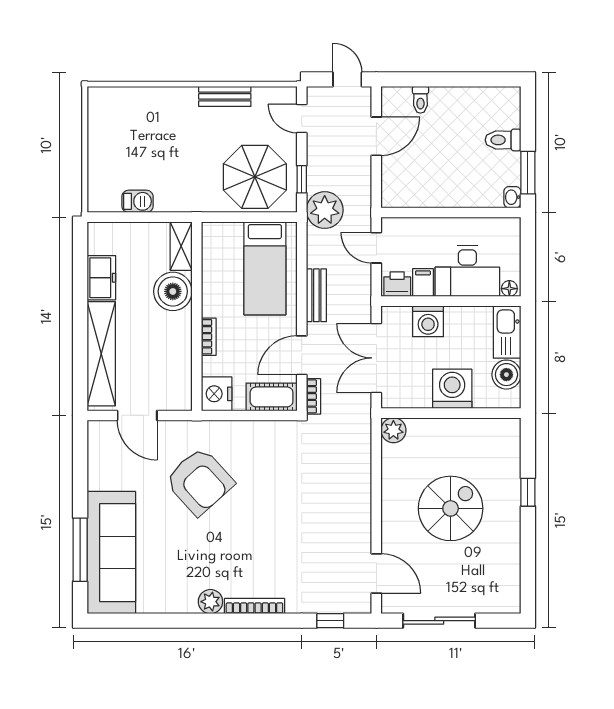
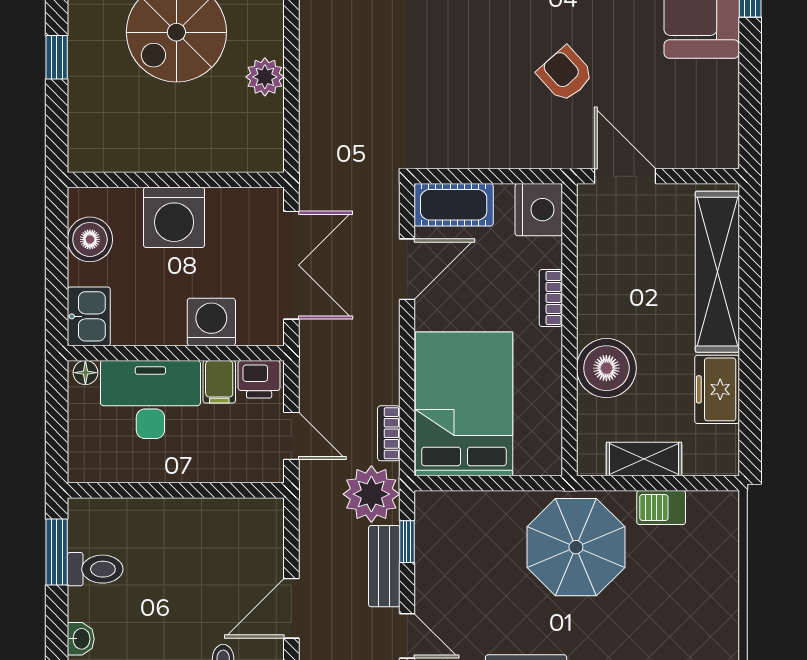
toilet: (503, 140) -> (95, 569), moved
parasol: (255, 177) -> (576, 547), moved
washbasin: (512, 197) -> (81, 639), moved
shelving: (181, 246) -> (644, 459), moved, turned 90
bed: (265, 268) -> (464, 404), width x1.50
bench: (316, 295) -> (384, 566), moved
kitchen sink: (507, 332) -> (89, 316), width x0.73
bookcase: (313, 396) -> (389, 433), moved
door: (137, 415) -> (625, 176), moved
plant: (393, 430) -> (265, 77), moved
armchair: (199, 481) -> (565, 74), width x0.53, depth x0.53

